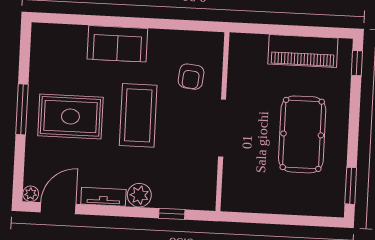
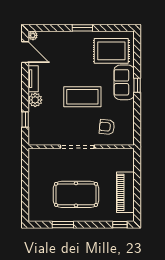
window: (123, 22) -> (137, 85), added
window: (22, 109) -> (82, 28), width x0.69
rug: (70, 116) -> (111, 51), moved, turned 90
window: (351, 186) -> (63, 225), moved

